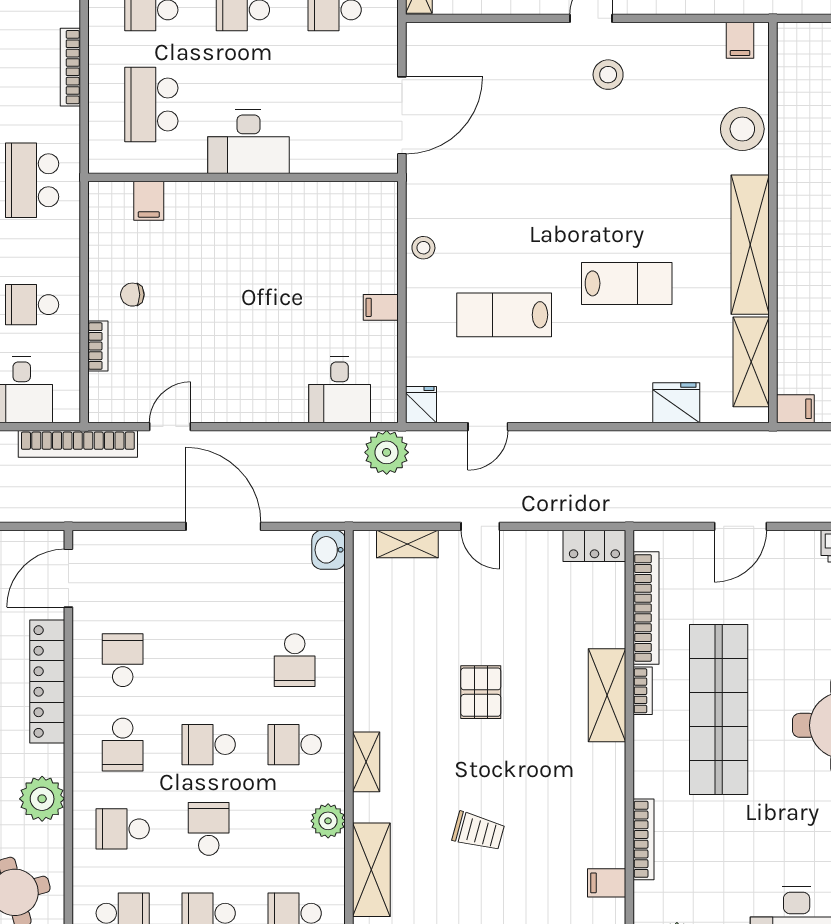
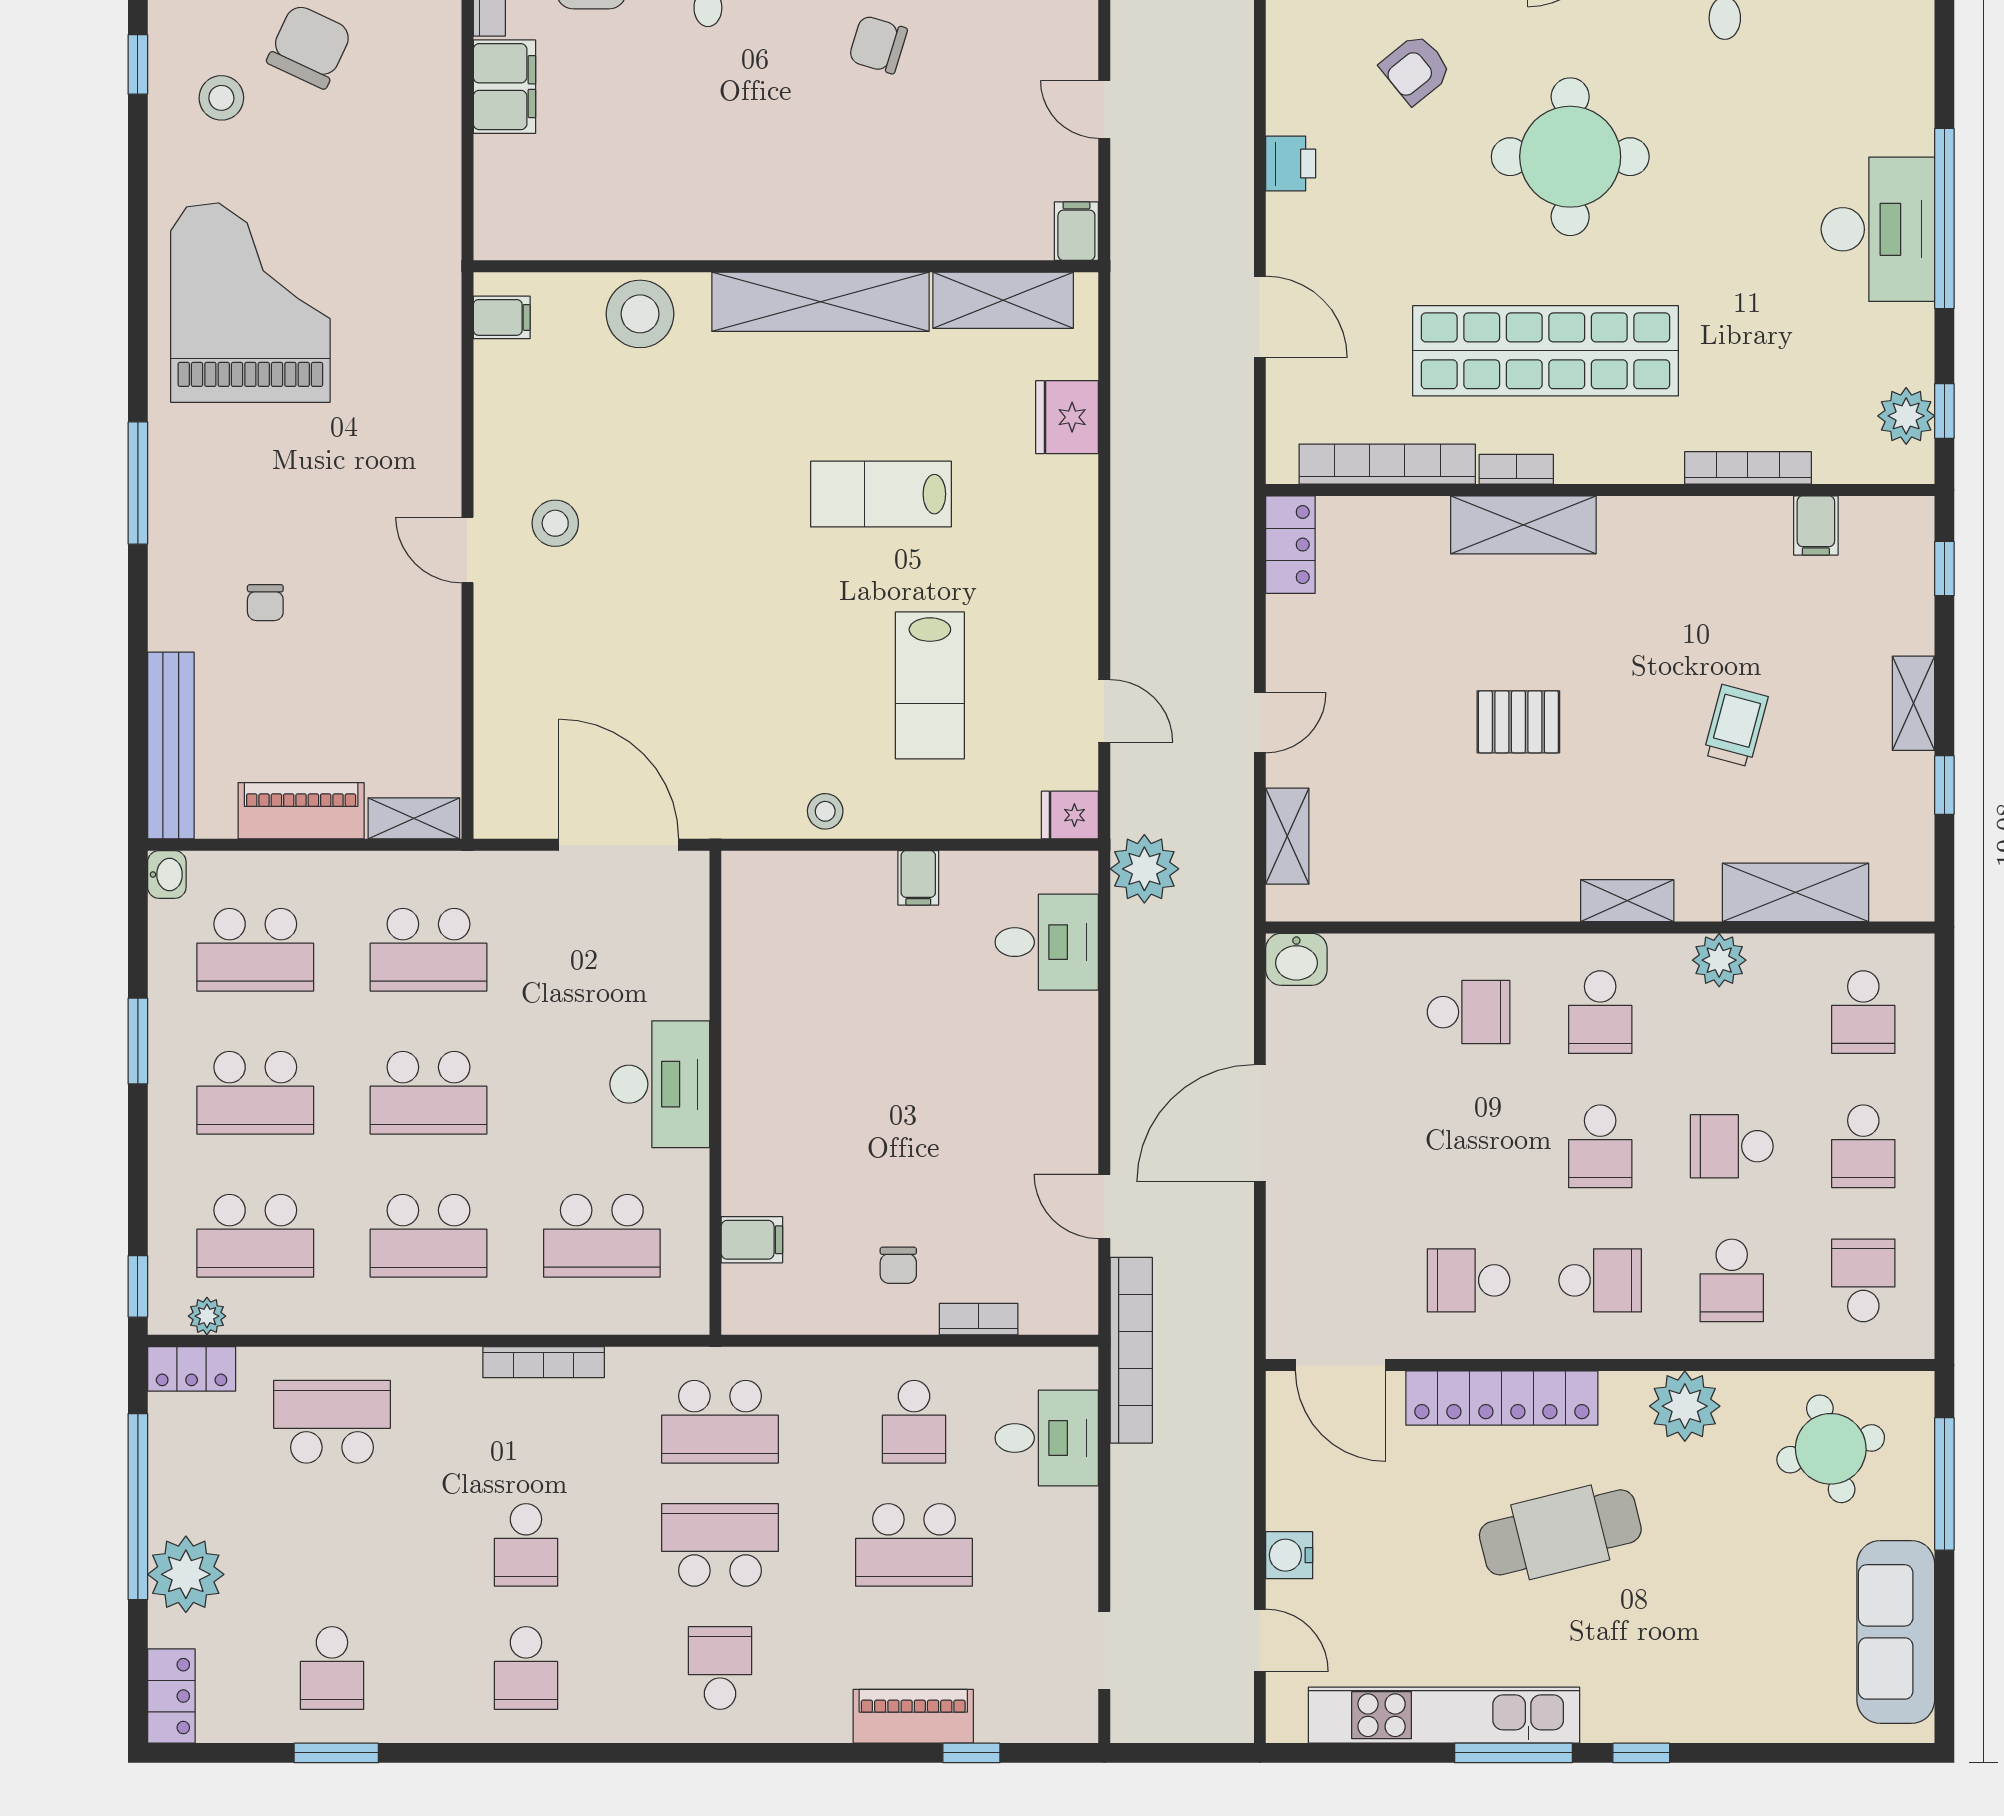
lab bench: (627, 283) -> (881, 494), turned -90

